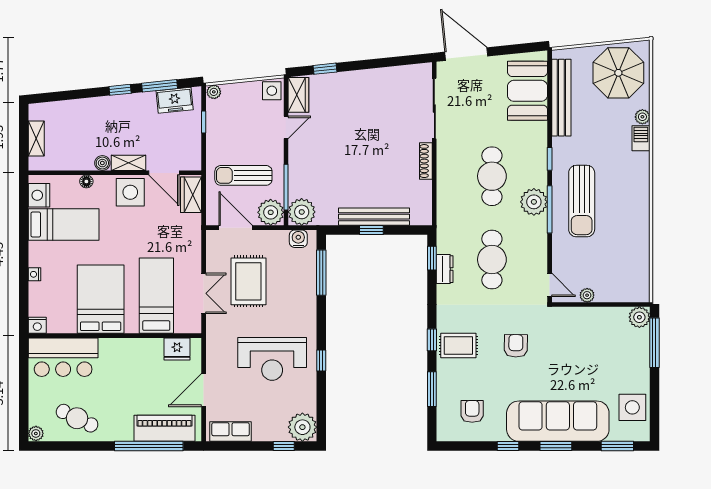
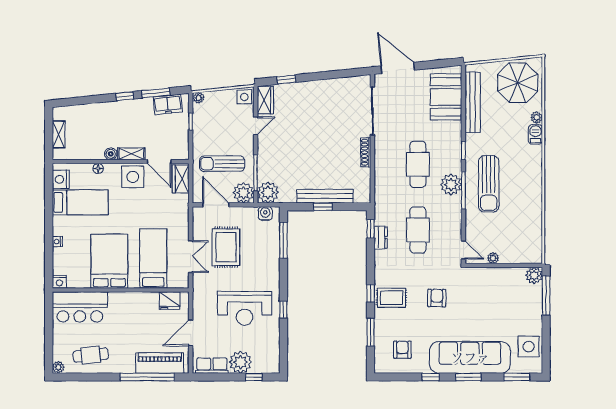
cafe table: (77, 418) -> (91, 355), turned -32
plant: (302, 427) -> (241, 362), moved

